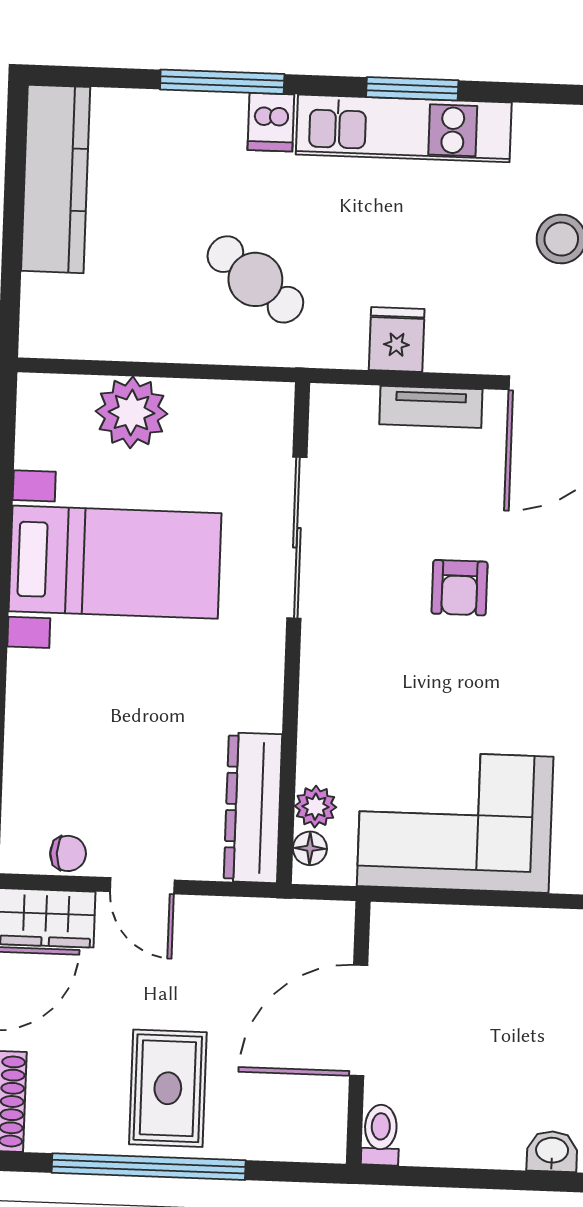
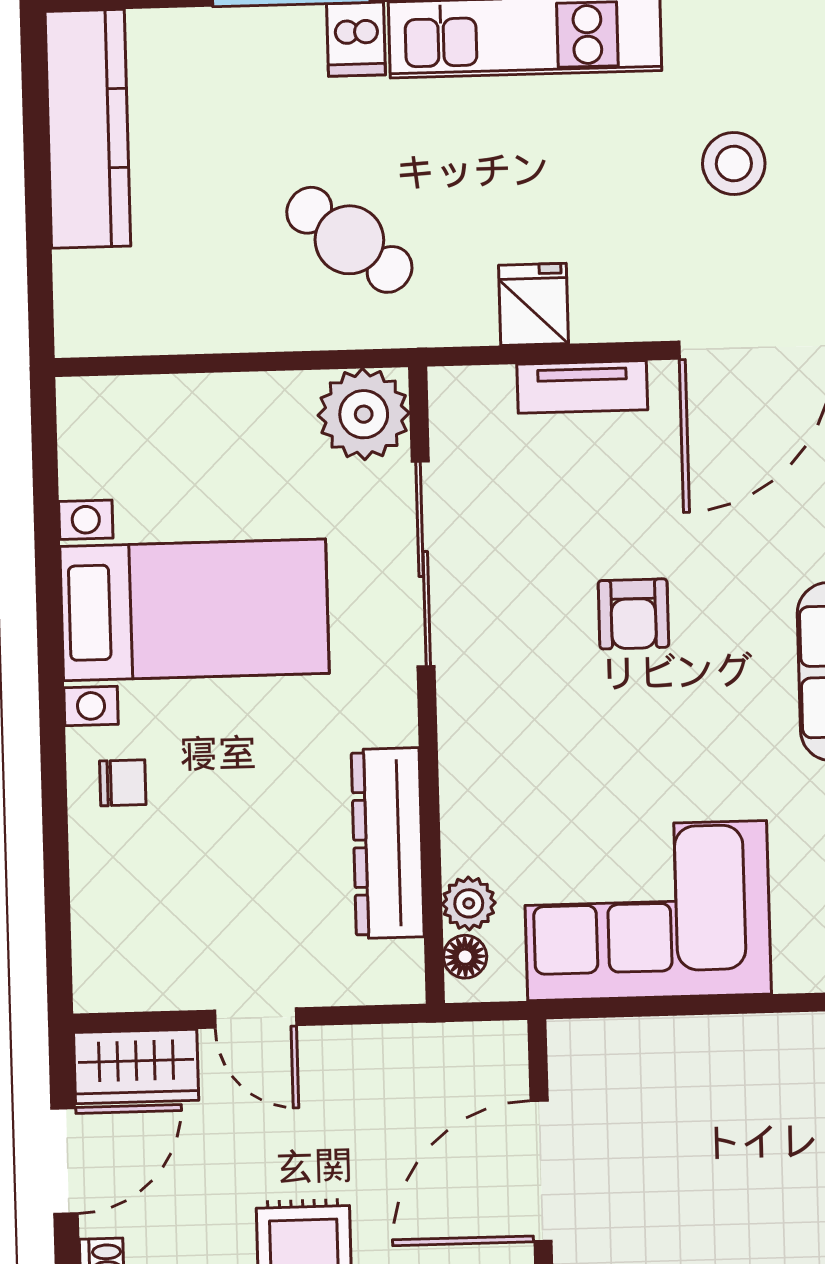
plant: (131, 412) -> (364, 414), moved
dresser: (253, 808) -> (388, 843), moved
chair: (68, 853) -> (123, 783), moved

